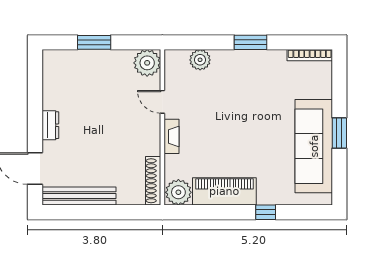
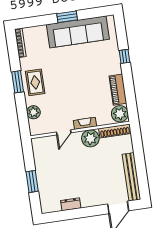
plant: (147, 63) -> (90, 138), moved
rug: (246, 69) -> (35, 82), added
dresser: (50, 125) -> (71, 204), moved
piano: (224, 191) -> (118, 90), width x0.73, depth x0.75

